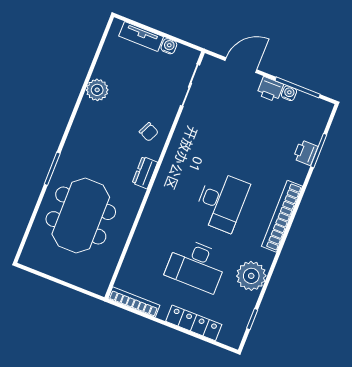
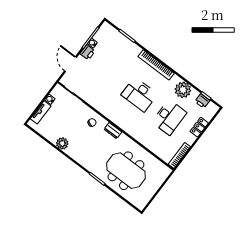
printer: (305, 153) -> (202, 101), moved
desk: (221, 201) -> (139, 95), turned 180
locker: (194, 323) -> (199, 127), width x0.66

